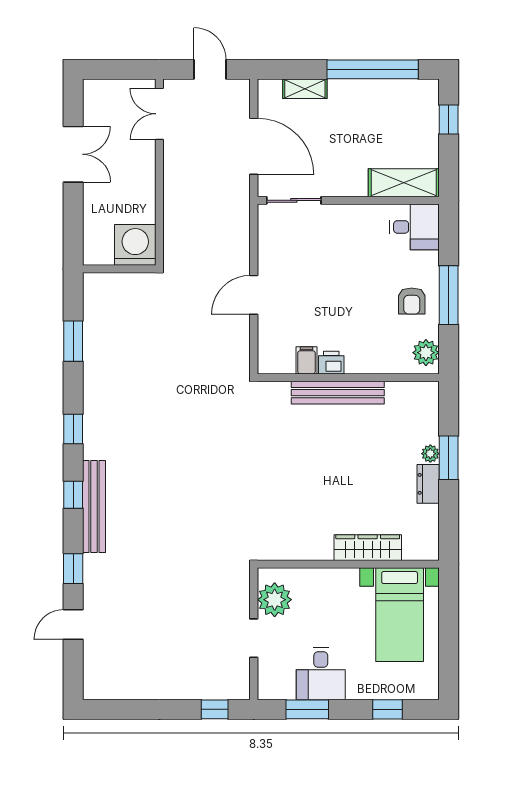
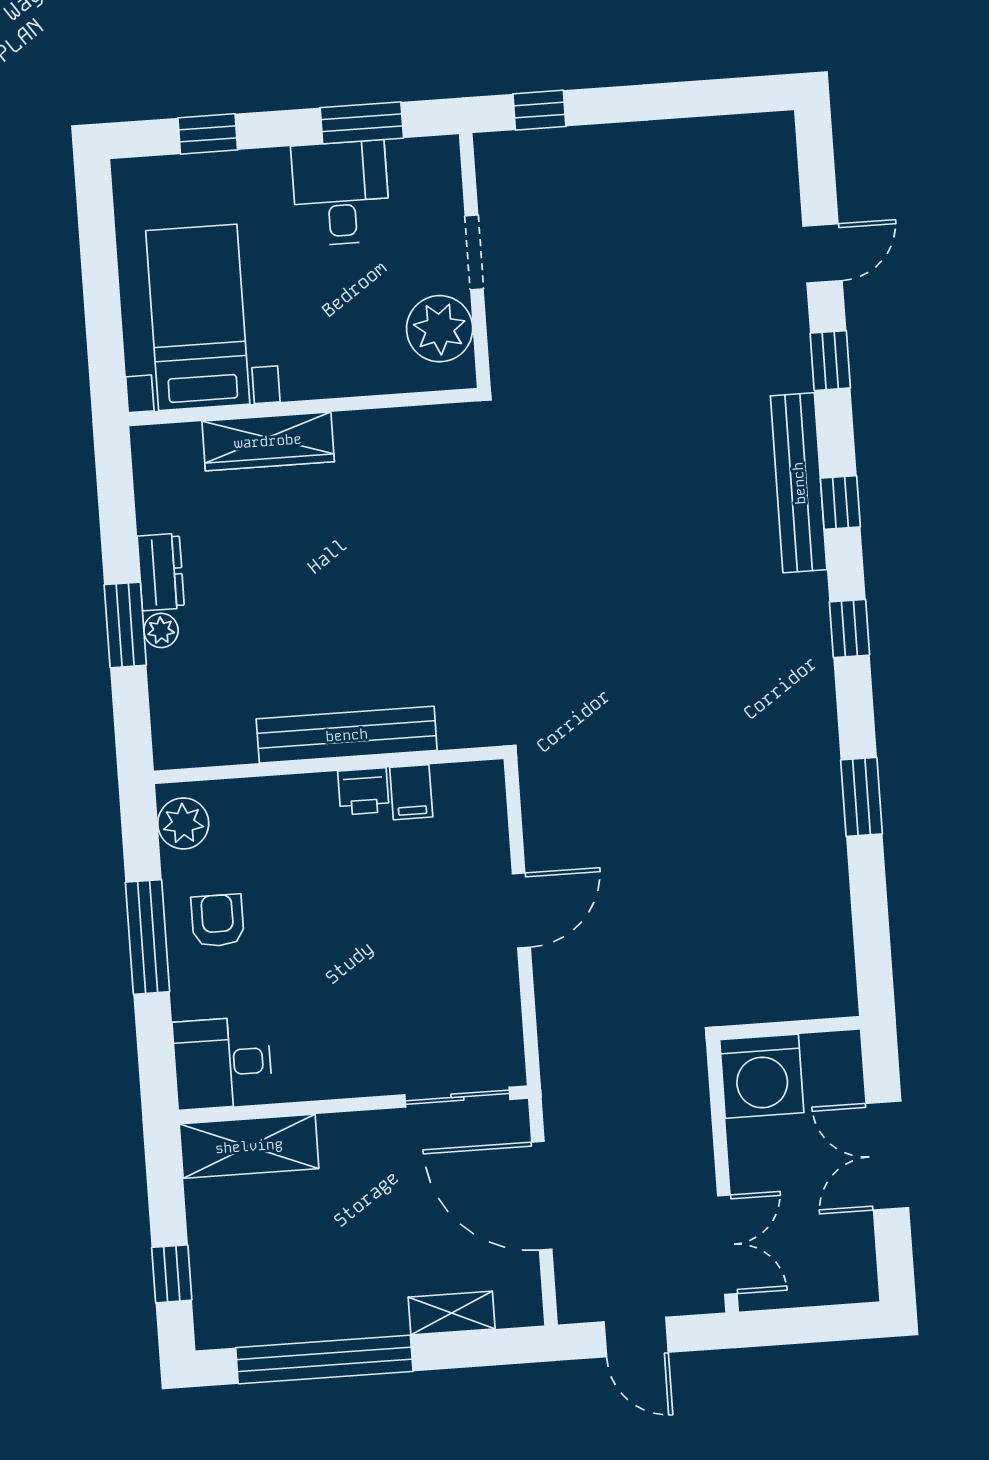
washing machine: (135, 245) -> (762, 1076), moved
wall: (119, 269) -> (789, 1028), moved

